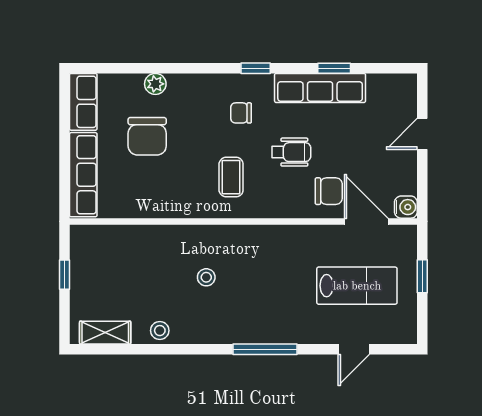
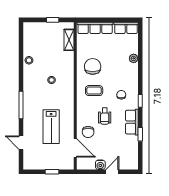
row of seats: (320, 88) -> (132, 122), width x0.68
door: (422, 134) -> (112, 172), hinge flipped
chair: (147, 136) -> (93, 66), moved, turned 90
water cooler: (406, 207) -> (100, 165), moved
door: (366, 221) -> (75, 148), hinge flipped
lab bench: (357, 286) -> (51, 127), moved
shelving: (105, 333) -> (69, 40), moved

